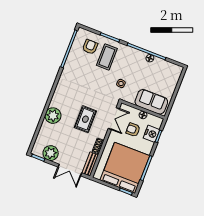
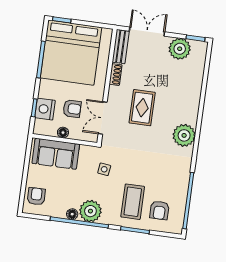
plant: (137, 57) -> (90, 211), added
armchair: (171, 76) -> (36, 196), added
plant: (53, 116) -> (184, 135), moved

